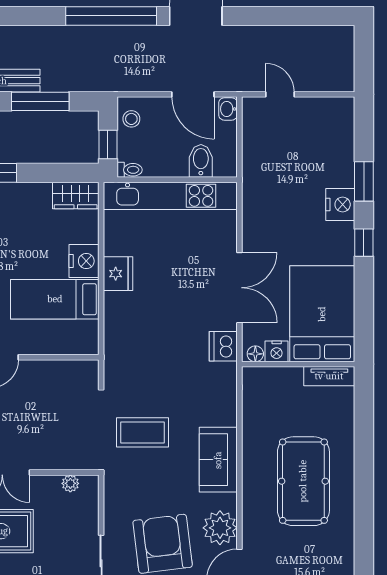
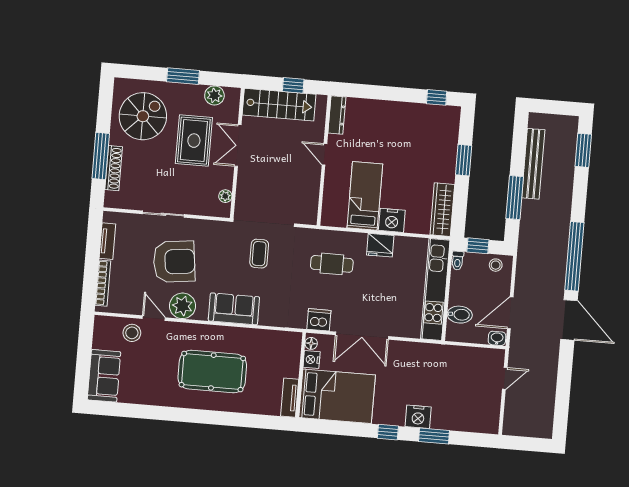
wardrobe: (76, 195) -> (442, 210), width x1.50
cafe table: (148, 335) -> (332, 264), added
coffee table: (143, 432) -> (259, 254), width x0.73, depth x0.77

